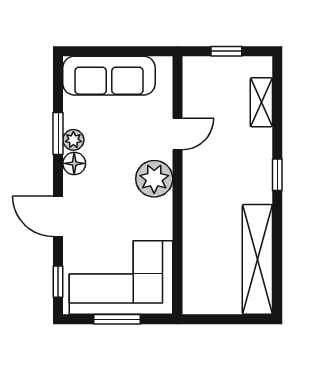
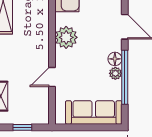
window: (58, 134) -> (125, 77), width x2.11
plant: (154, 179) -> (66, 37), moved

